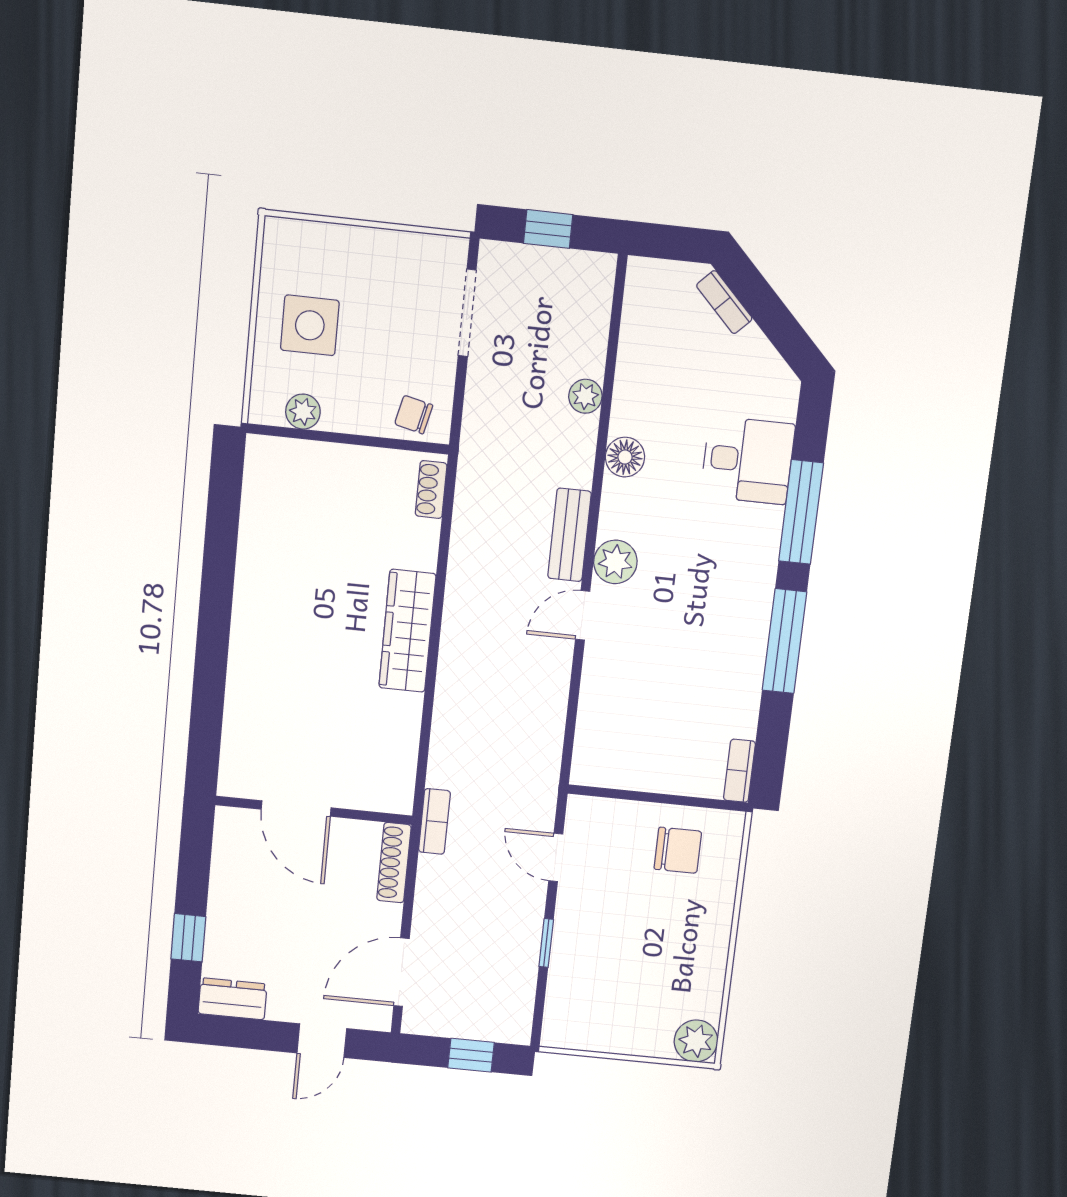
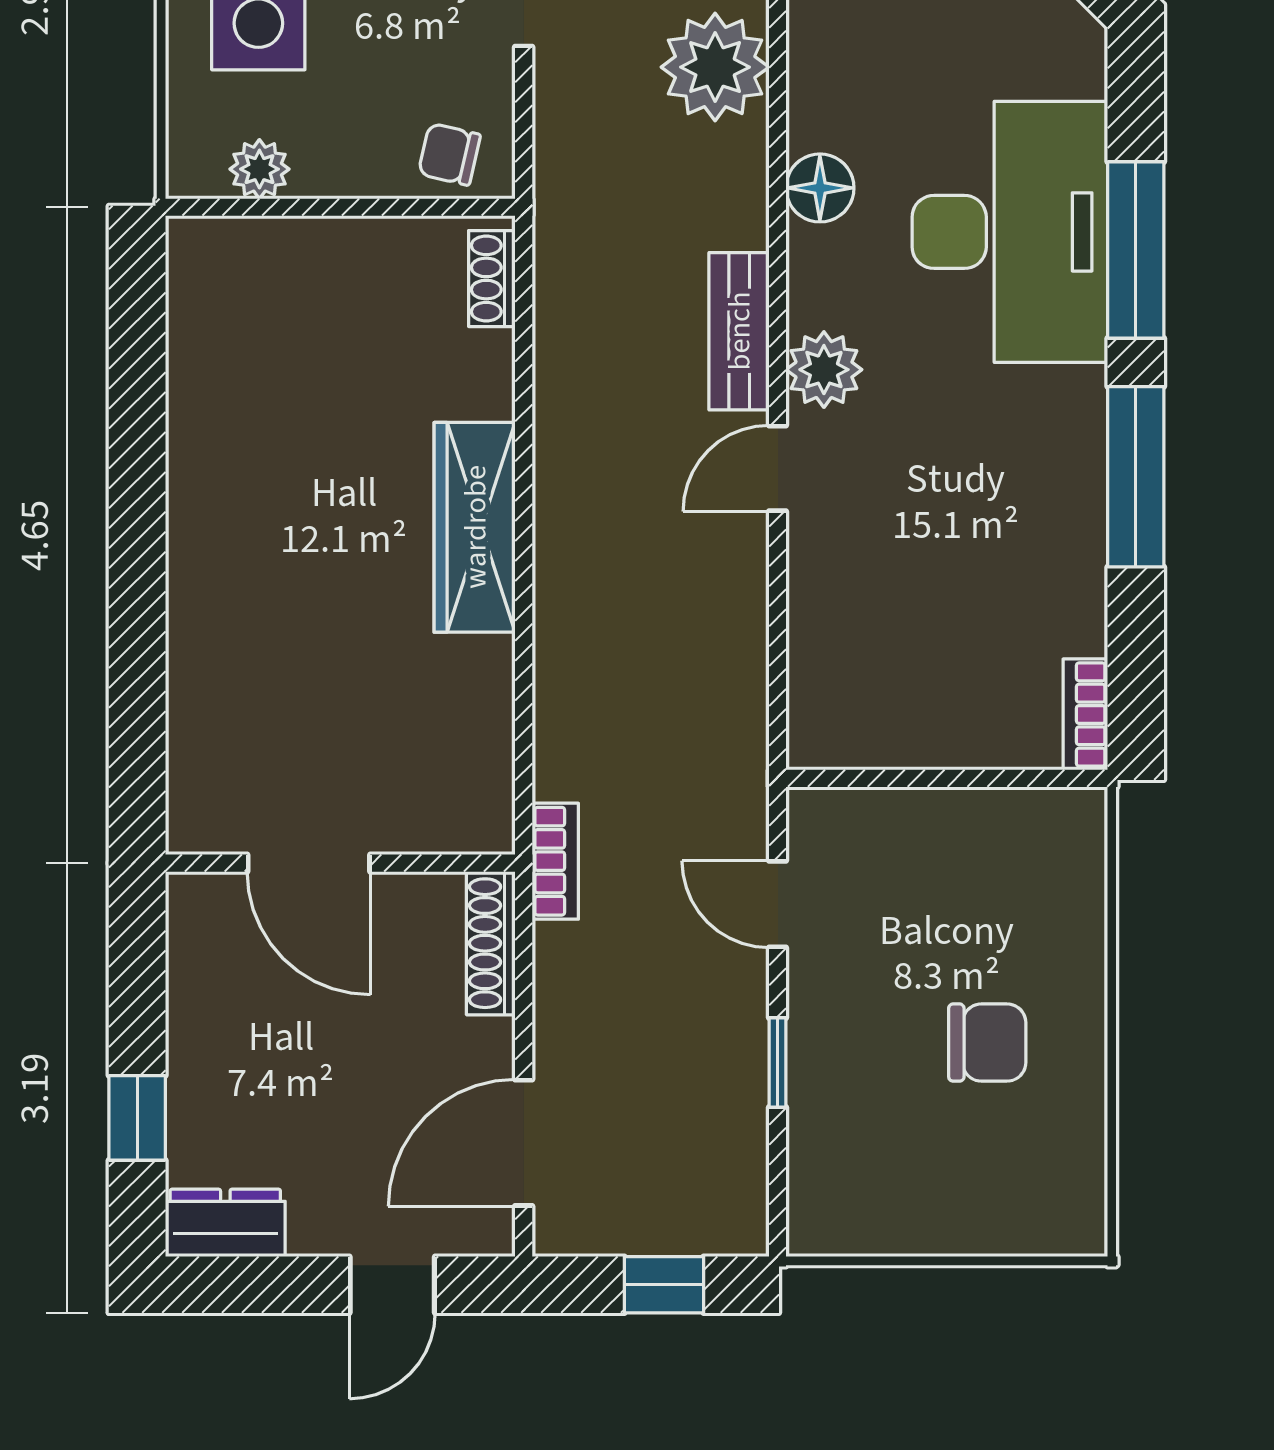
plant: (585, 396) -> (715, 67), width x1.87, depth x1.87
desk: (748, 460) -> (1010, 232), width x1.87, depth x1.30
chair: (678, 850) -> (987, 1043), moved
plant: (696, 1041) -> (1068, 1217), removed

